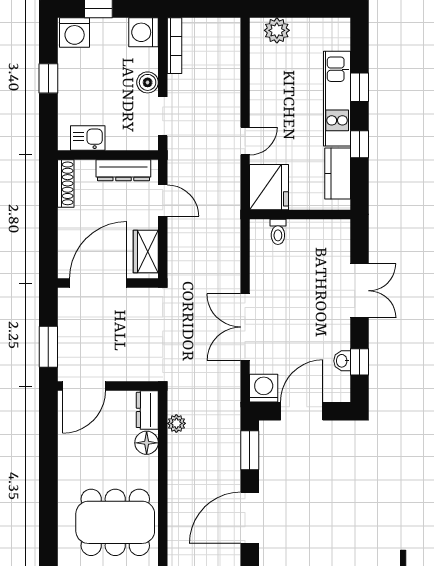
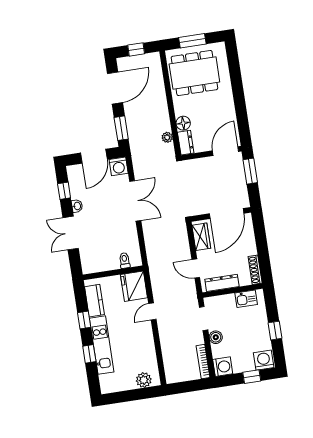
washbasin: (342, 361) -> (77, 206), moved

